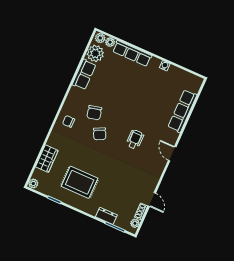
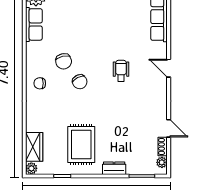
wardrobe: (47, 159) -> (34, 147), moved
rug: (80, 182) -> (81, 144), turned 90
dresser: (106, 216) -> (114, 168), moved

